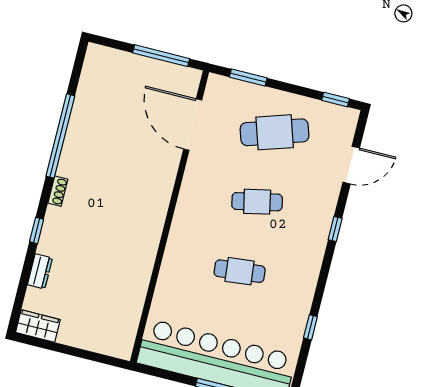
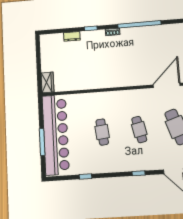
wardrobe: (38, 326) -> (47, 82), moved

